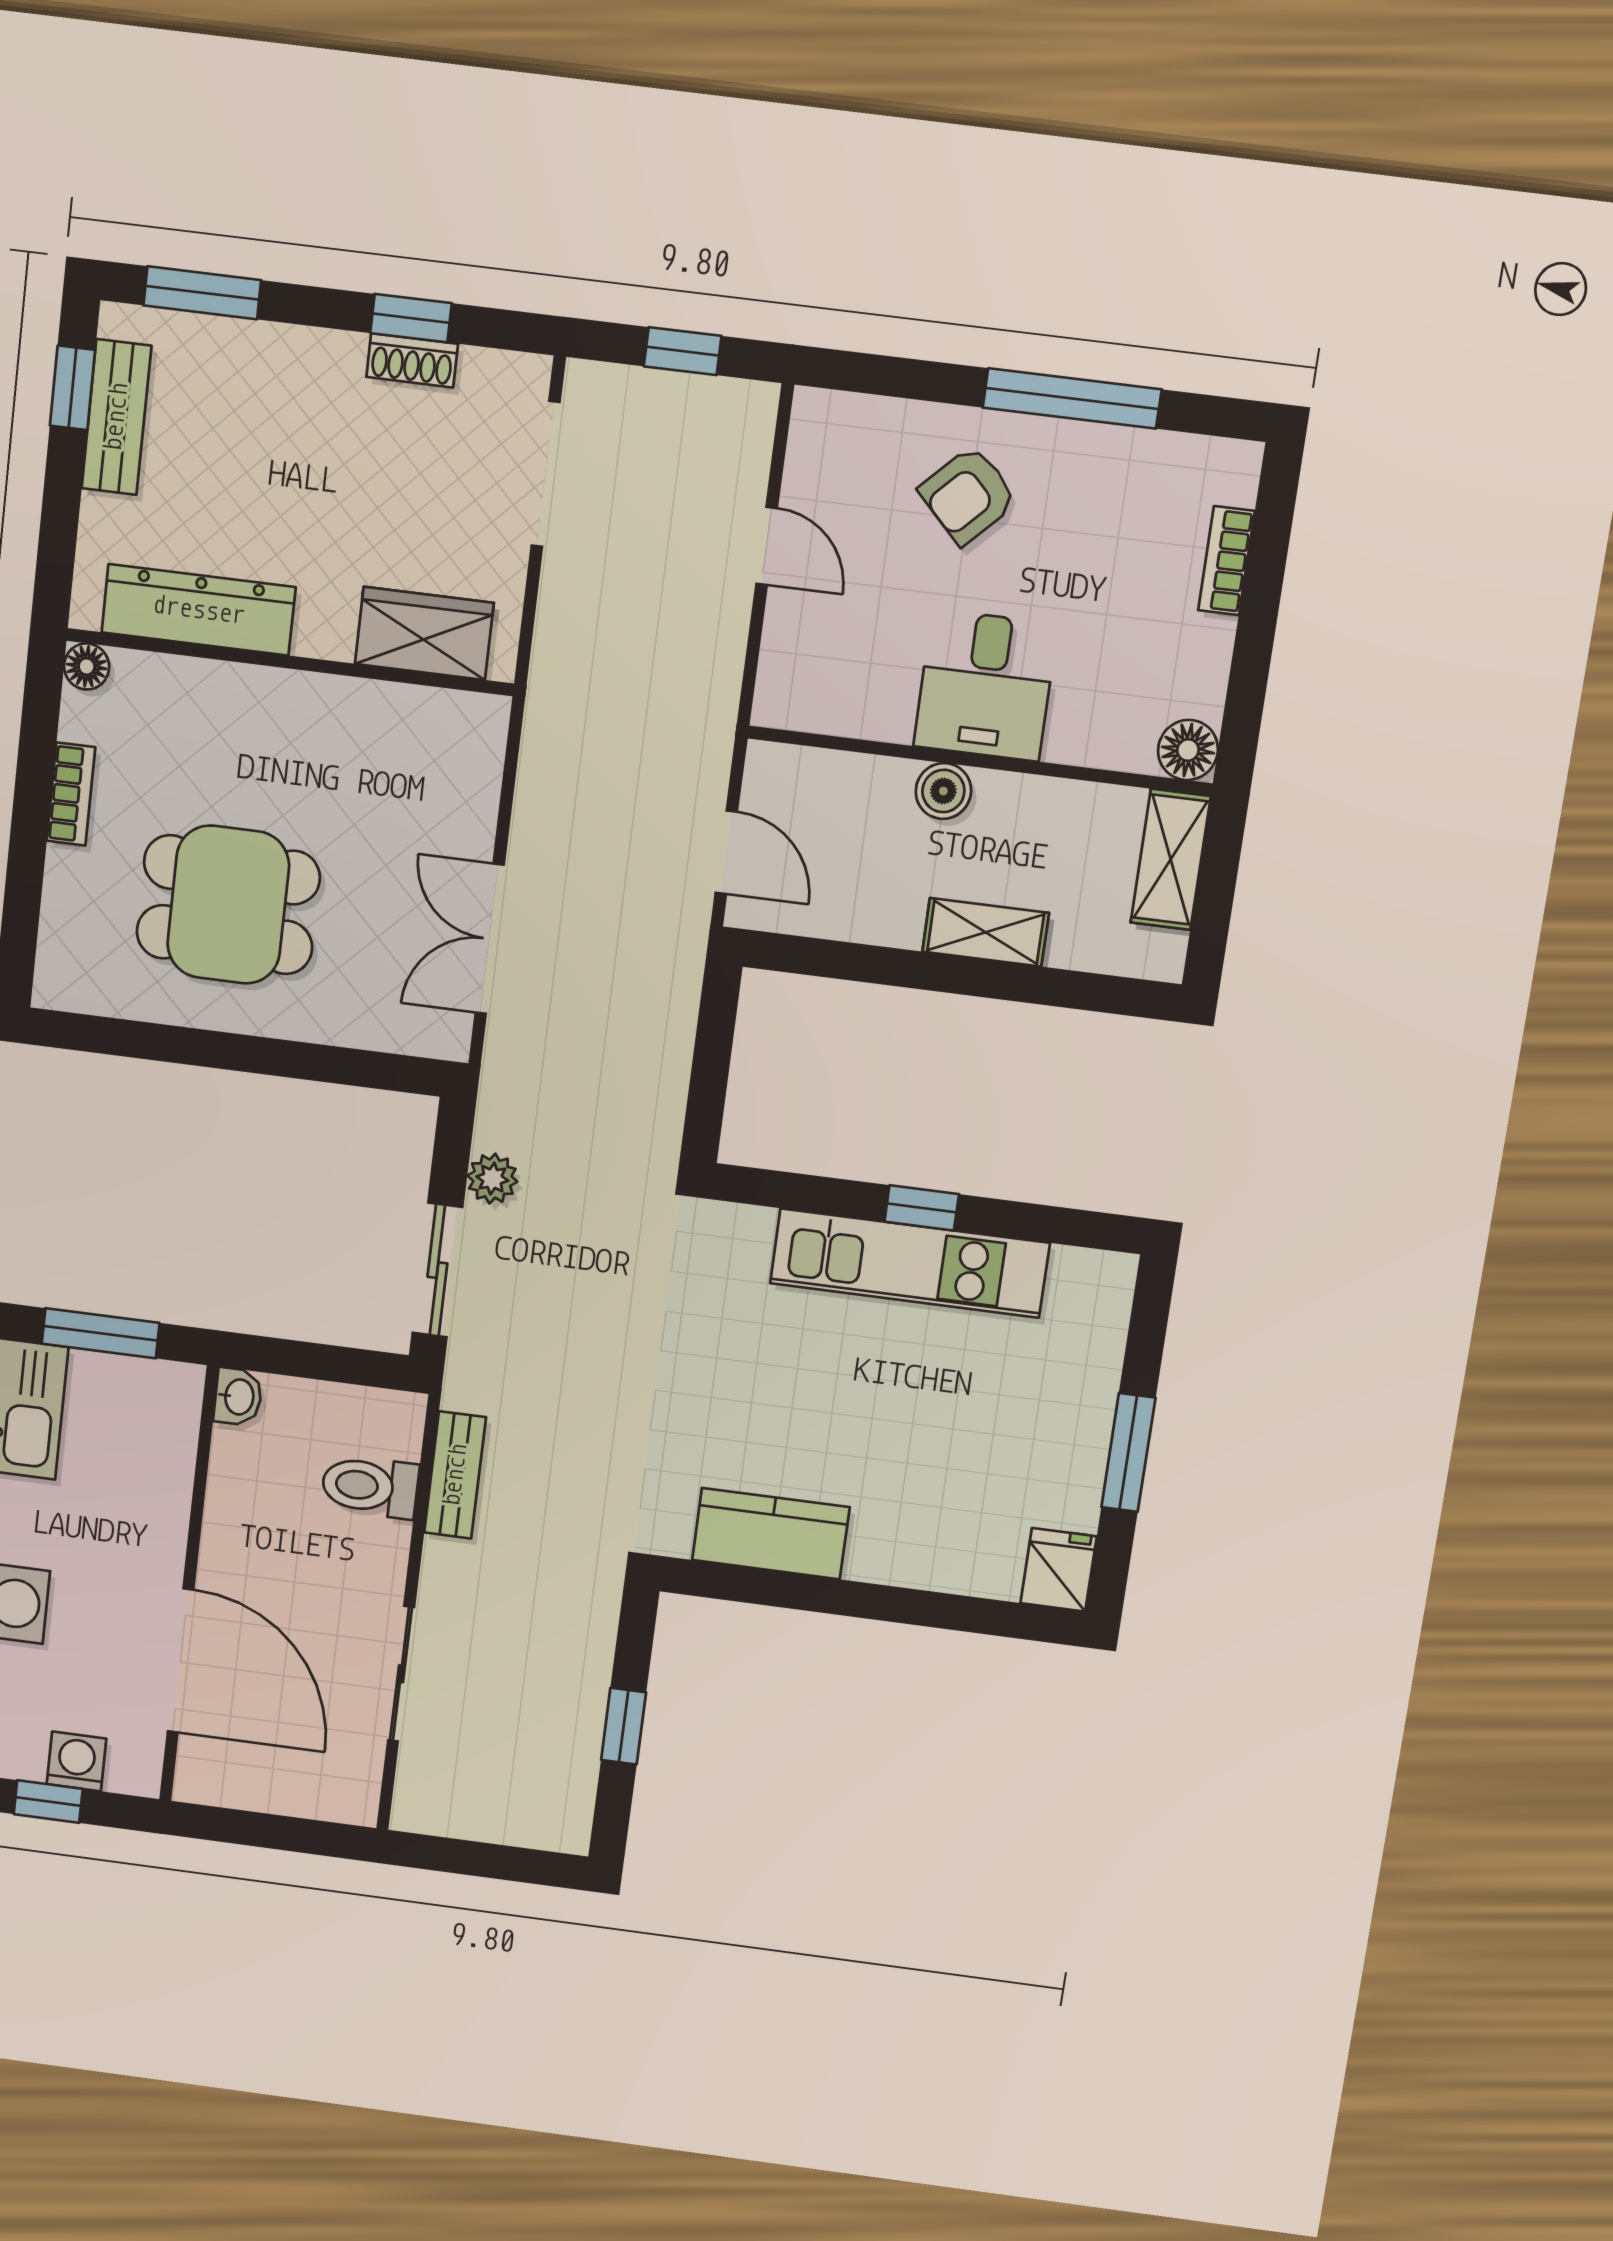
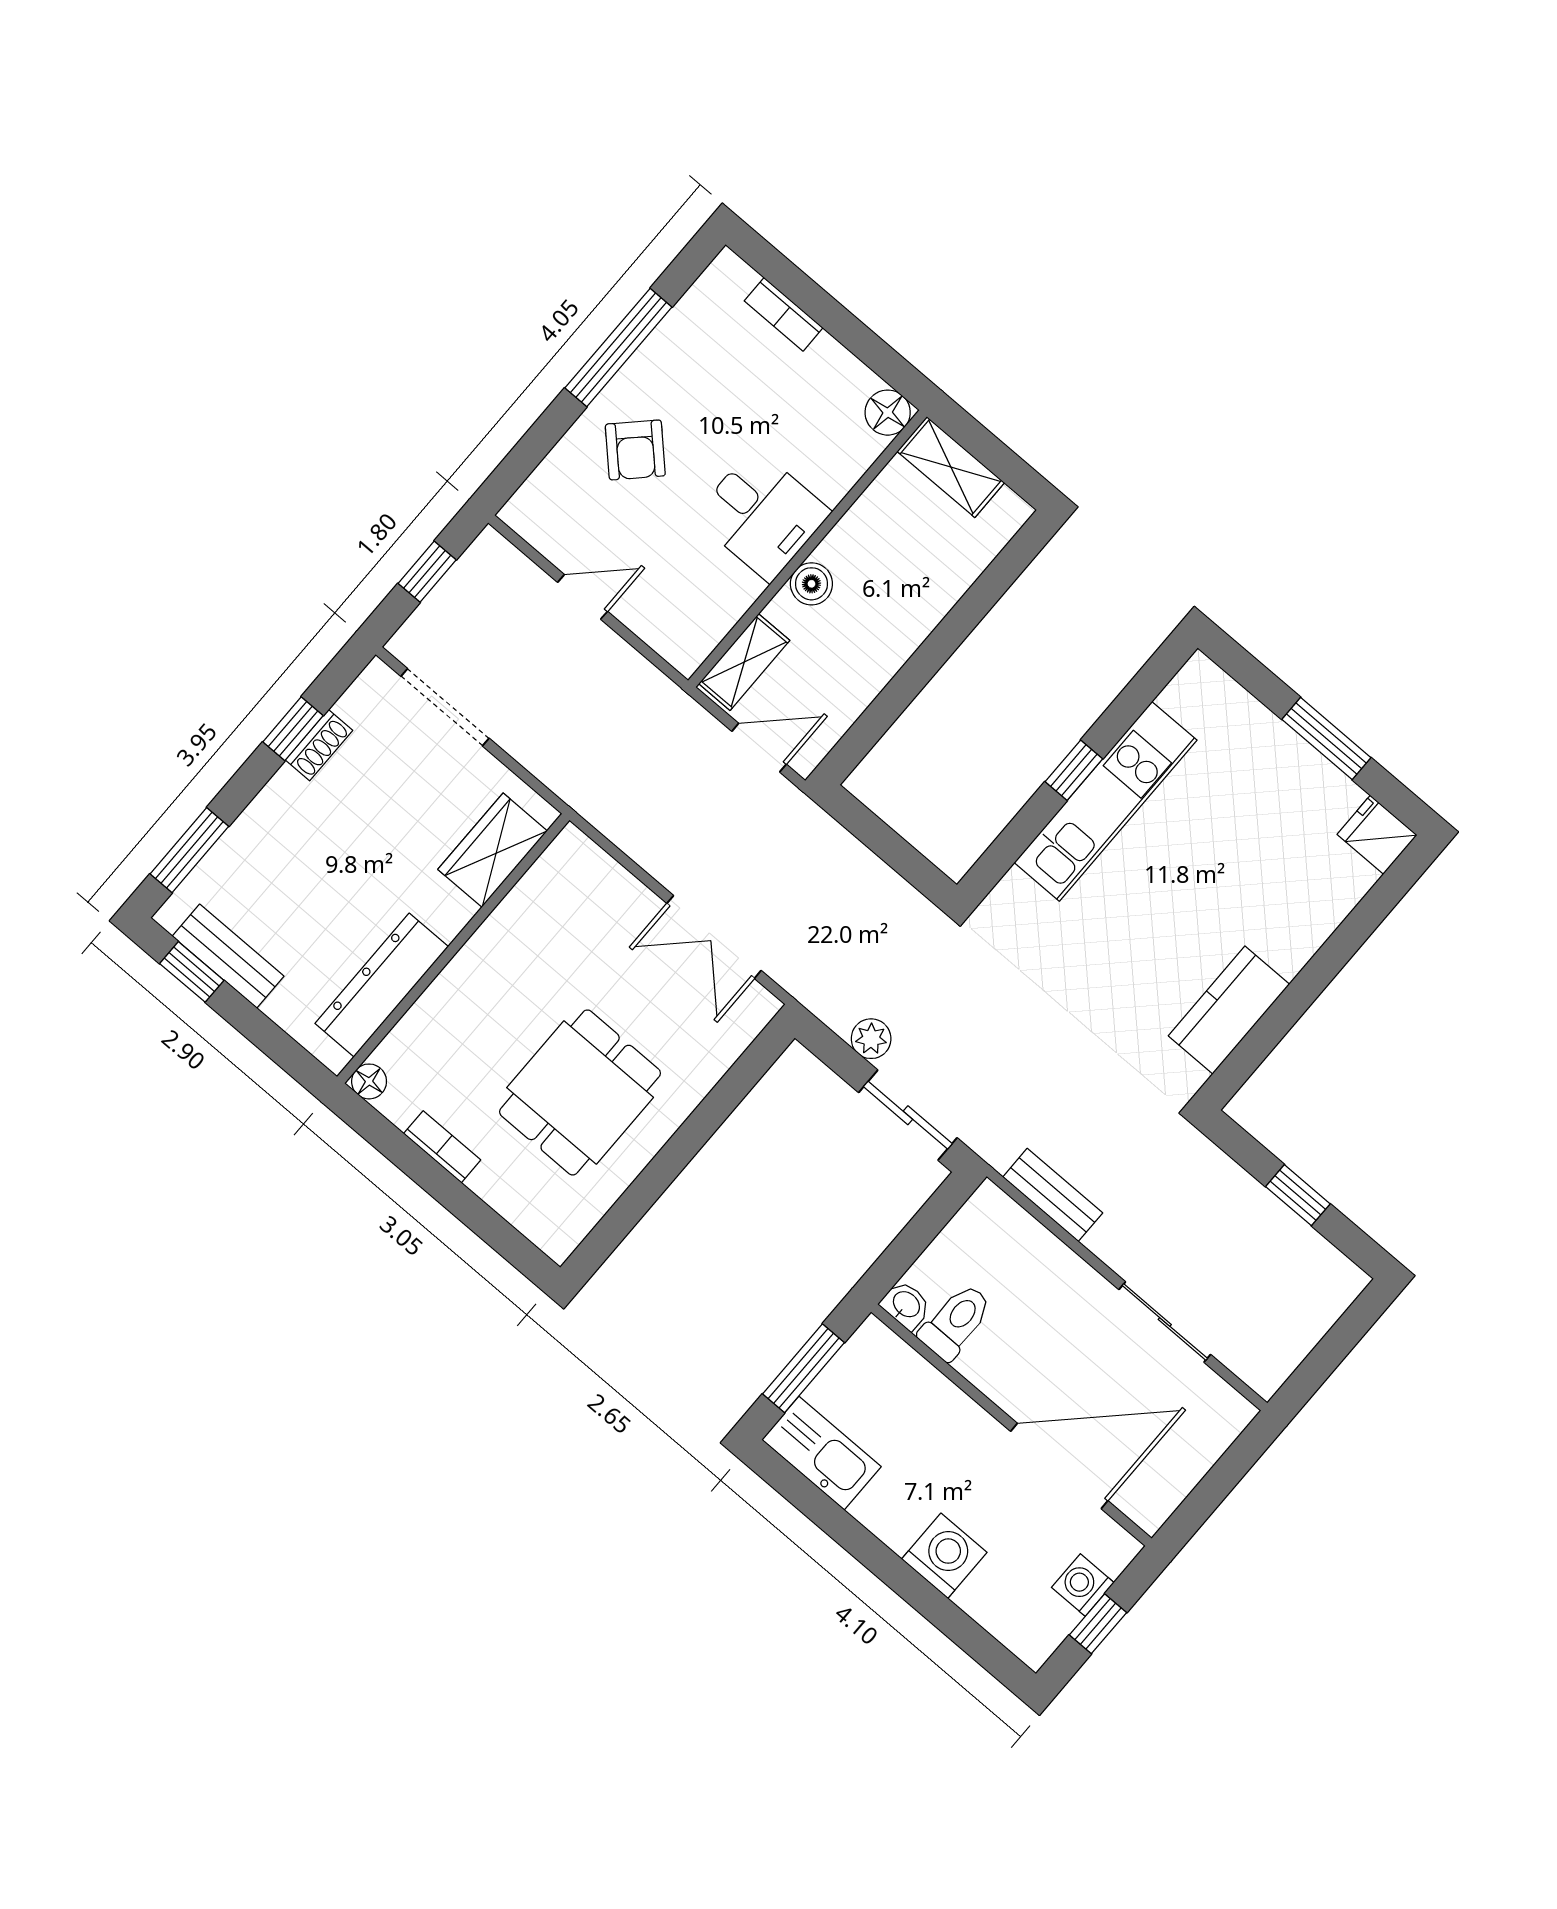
shelving: (986, 932) -> (744, 662), moved
toilet: (370, 1486) -> (956, 1322), moved, turned 180

